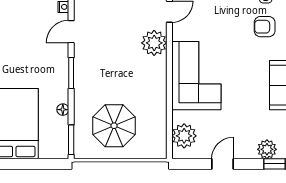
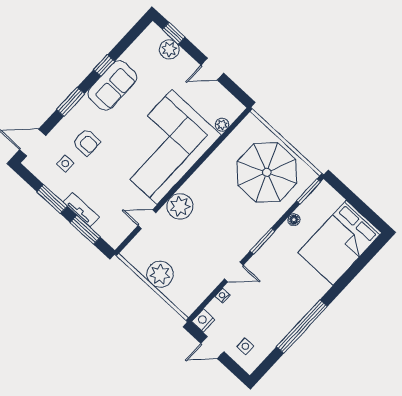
corner sofa: (196, 76) -> (165, 147), width x1.36, depth x1.36
parasol: (114, 126) -> (267, 172), width x1.36, depth x1.36
plant: (184, 136) -> (222, 125), width x0.53, depth x0.53

